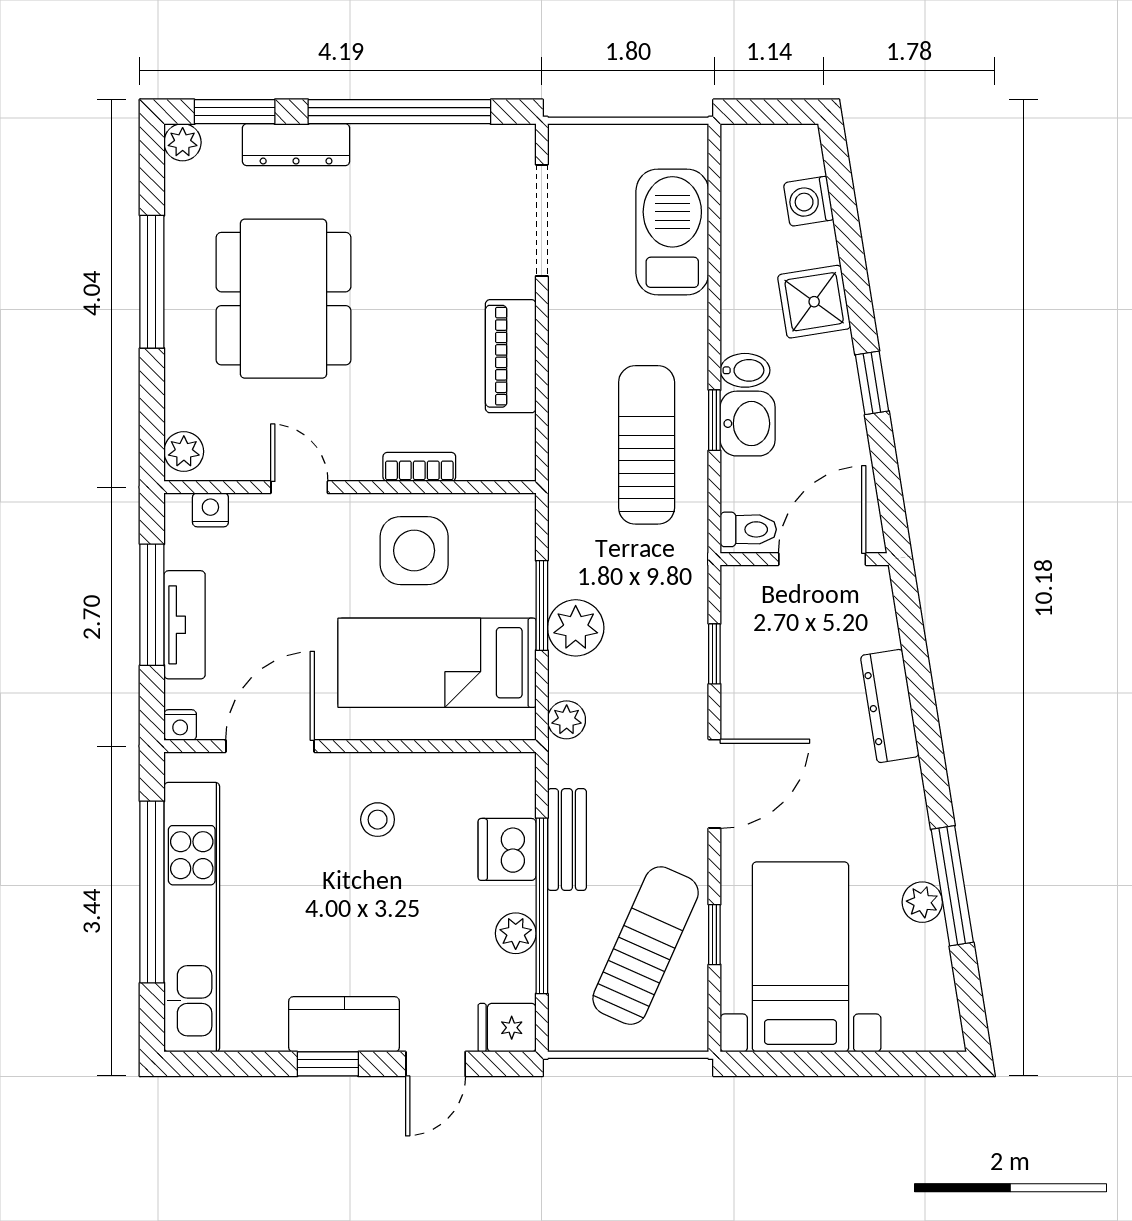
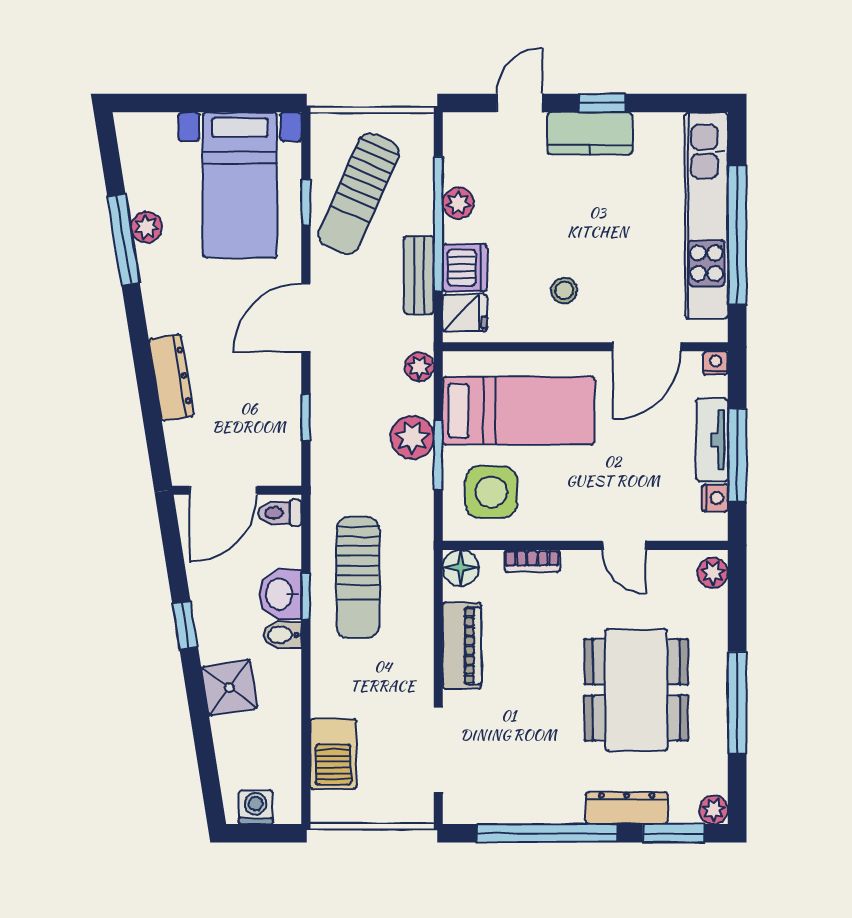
washing machine: (808, 201) -> (256, 807), moved, turned -81
barbecue: (672, 232) -> (333, 754), width x0.73, depth x0.83
floor lamp: (512, 458) -> (461, 568), added
nightstand: (210, 510) -> (715, 498), moved, turned -90
side table: (414, 551) -> (491, 492), moved
fridge: (507, 1028) -> (465, 313), moved

